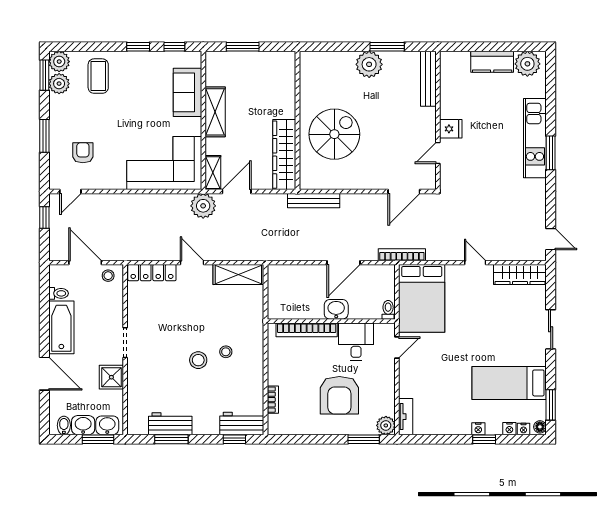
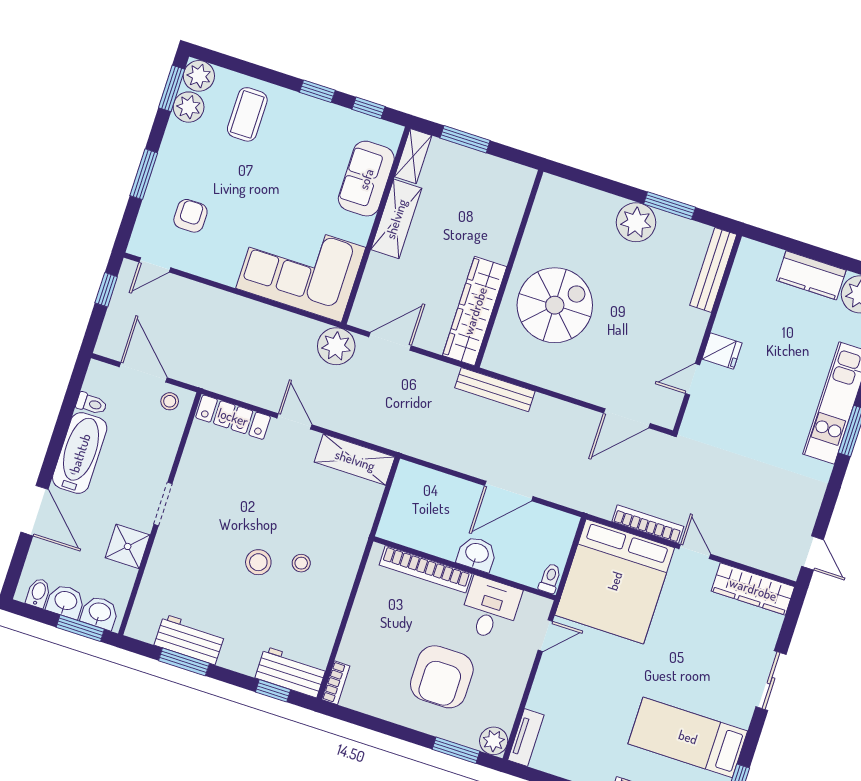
shelving: (213, 173) -> (413, 156), moved
bookcase: (402, 255) -> (648, 524), moved
bed: (422, 298) -> (615, 581), width x1.36
bookcase: (273, 400) -> (336, 683), moved

